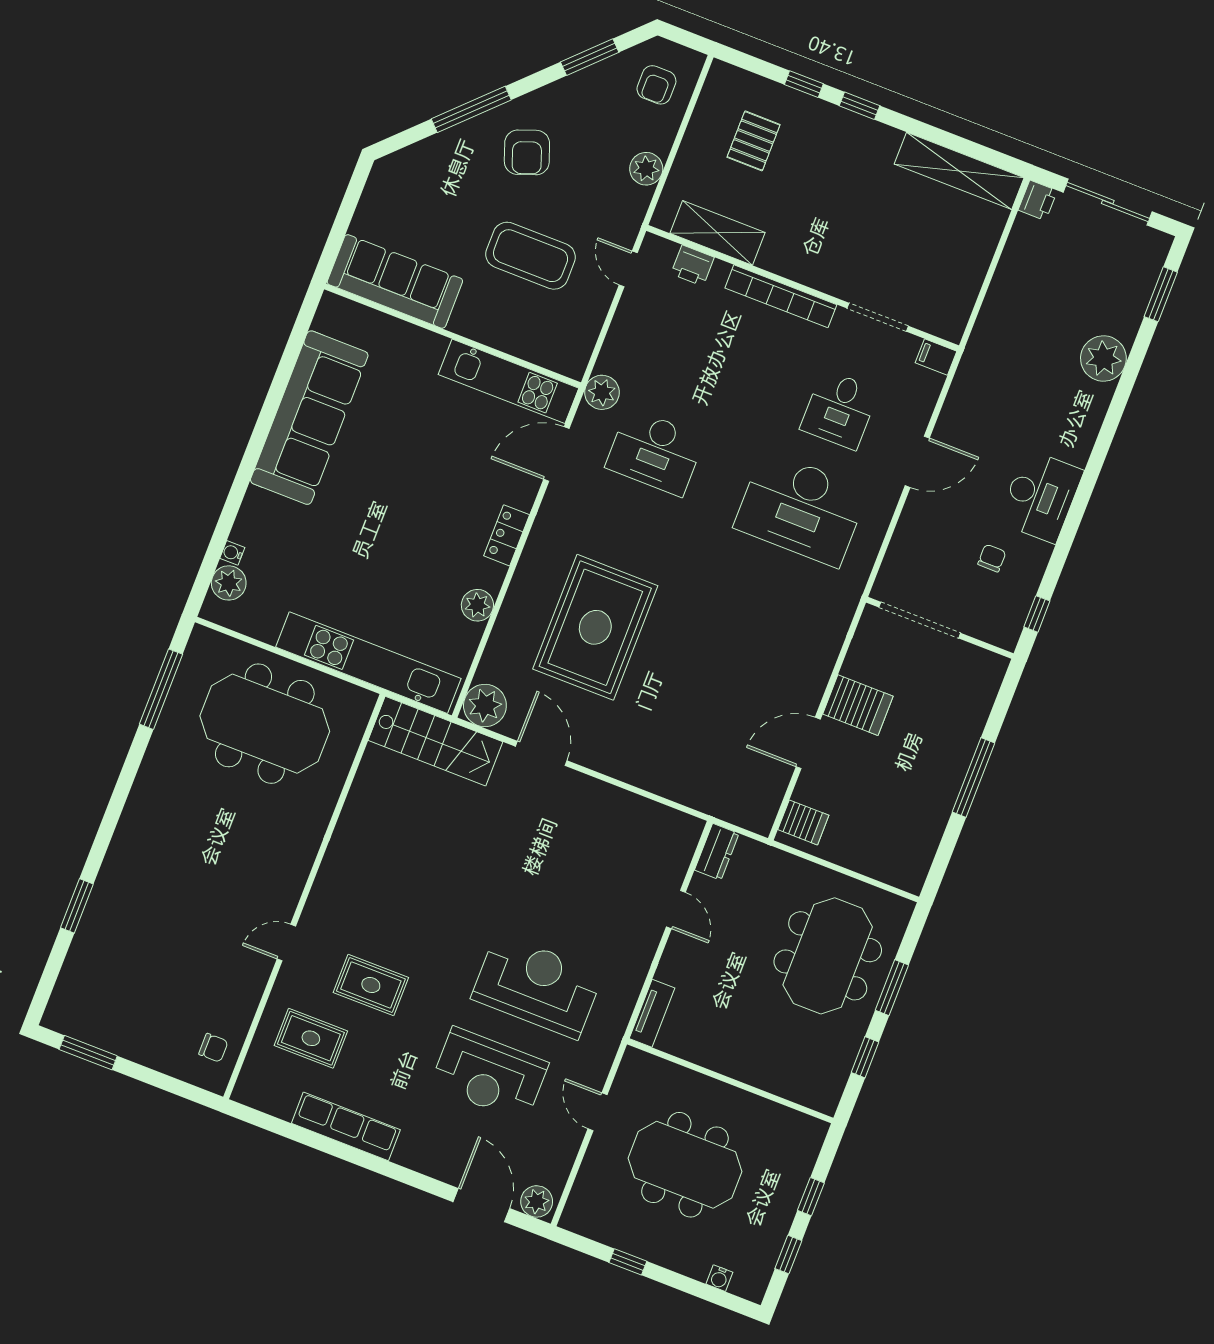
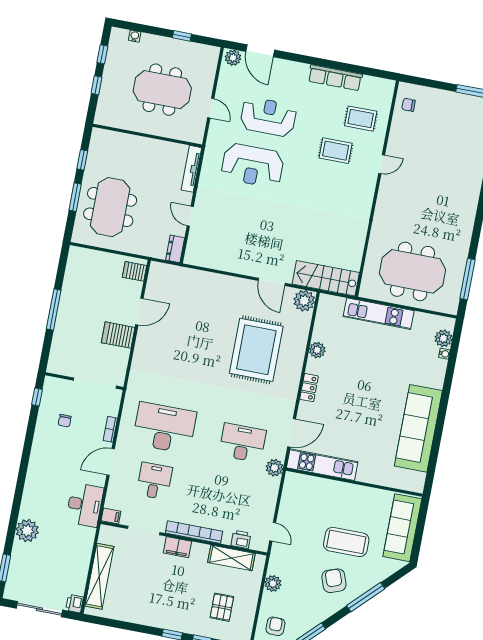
shelving: (959, 171) -> (99, 576), moved, turned 90
coffee table: (531, 256) -> (346, 542), moved
filing cabinet: (818, 273) -> (177, 547), added
sofa: (395, 281) -> (402, 528), moved, turned 90
desk: (1041, 496) -> (85, 505), moved, turned 180
bookcase: (906, 525) -> (110, 429), added
kitchen unit: (368, 663) -> (379, 314), width x0.73
tv unit: (652, 1013) -> (191, 169), width x1.41

